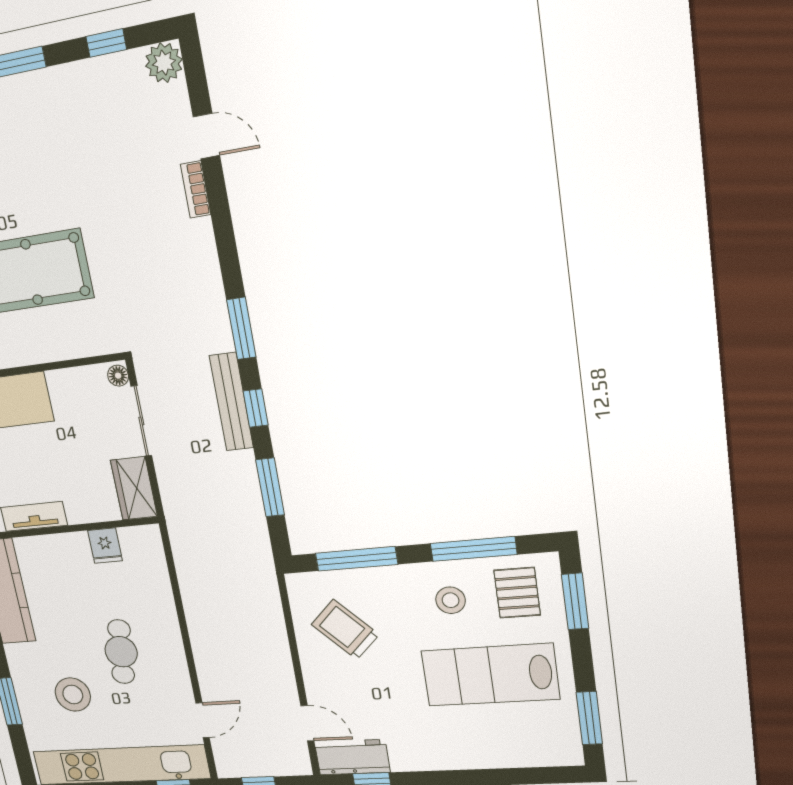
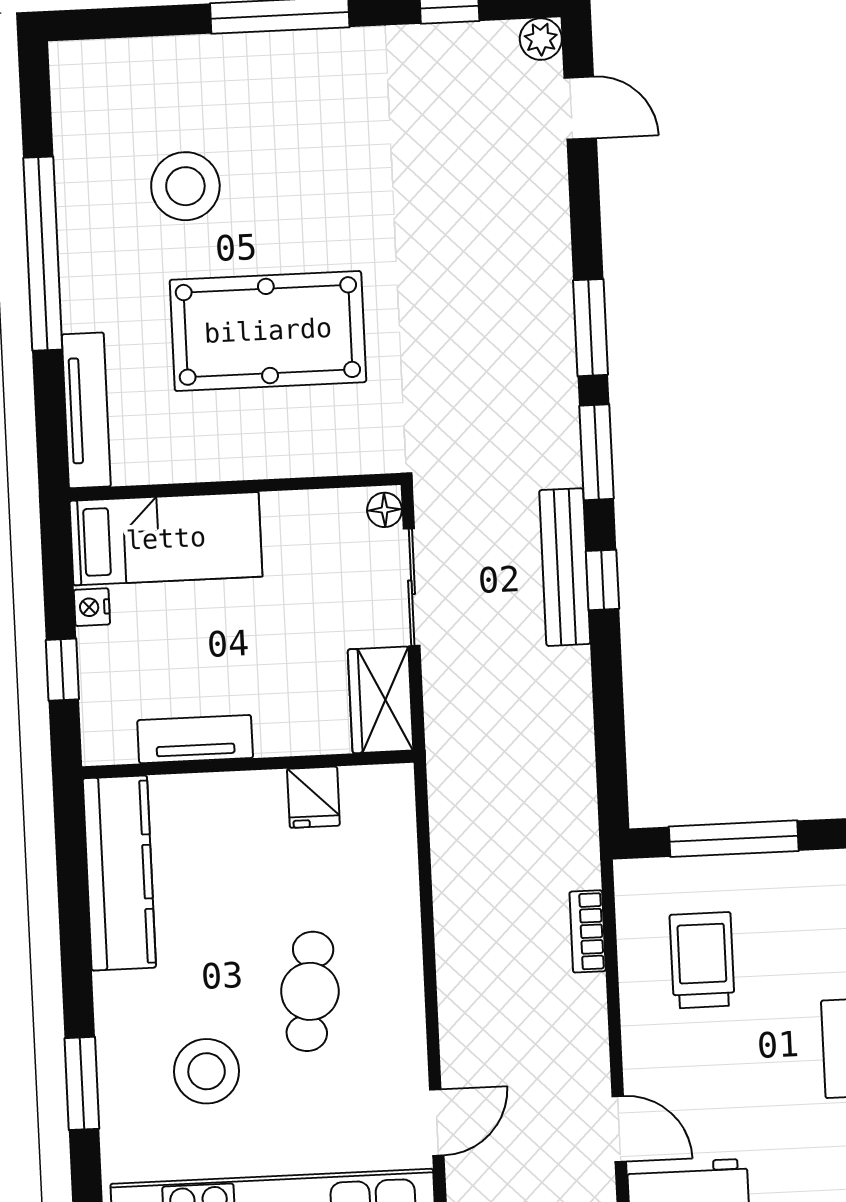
plant: (164, 63) -> (541, 39), width x0.73, depth x0.73
door: (206, 136) -> (580, 108), moved
bookcase: (196, 189) -> (588, 931), moved
window: (270, 487) -> (591, 328), moved
trolley: (345, 630) -> (702, 960), turned 44

